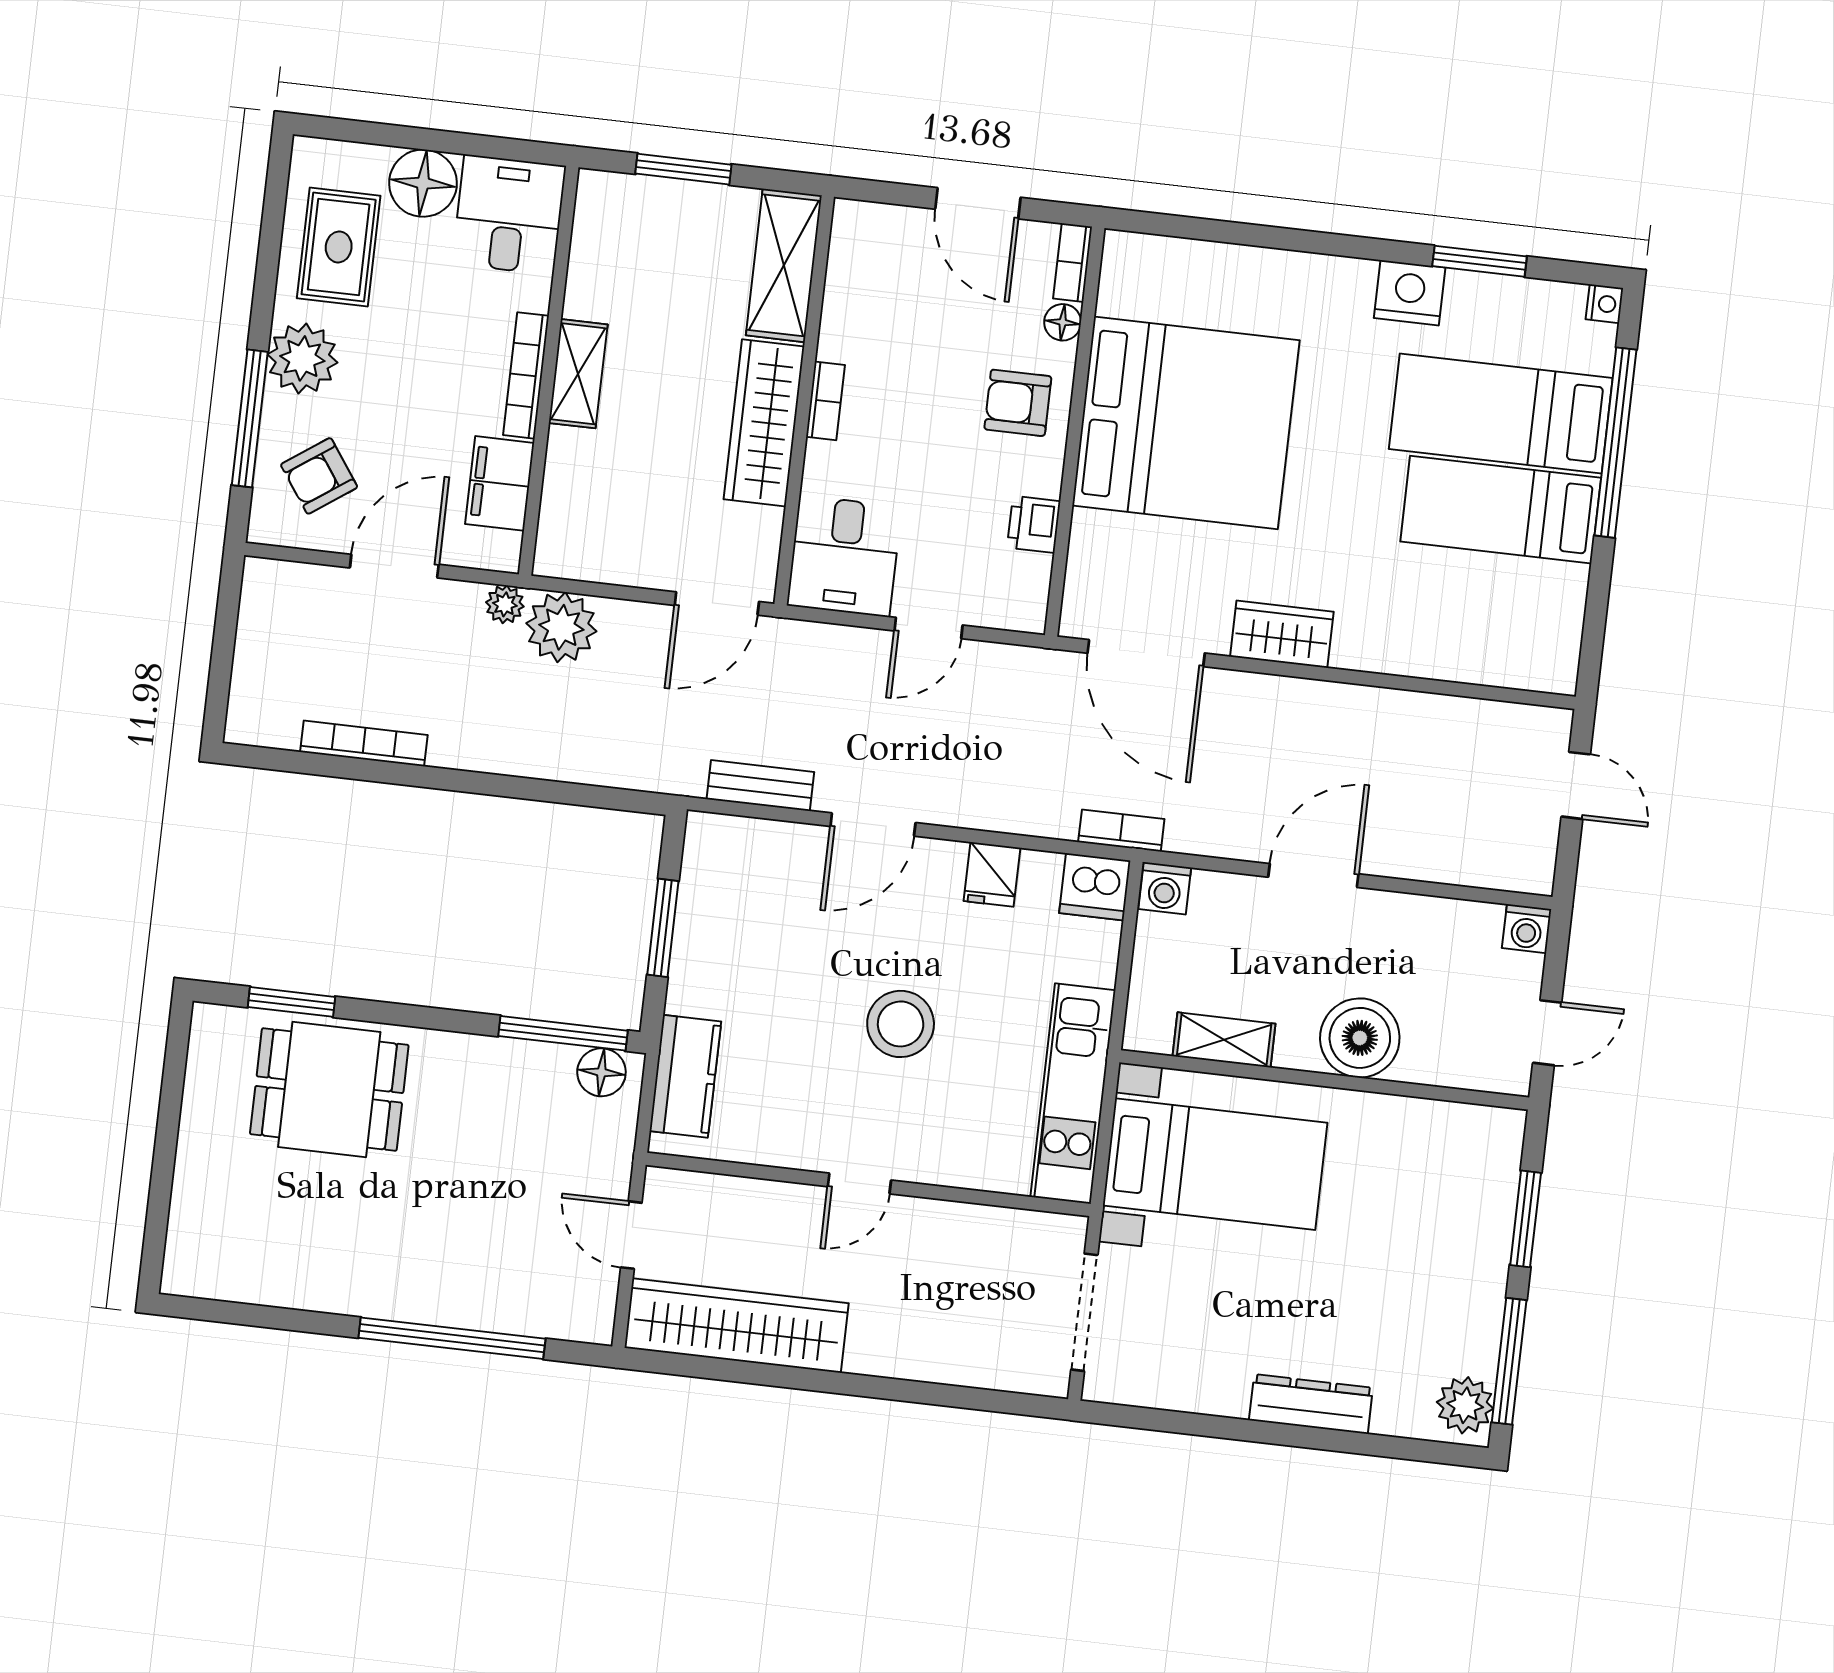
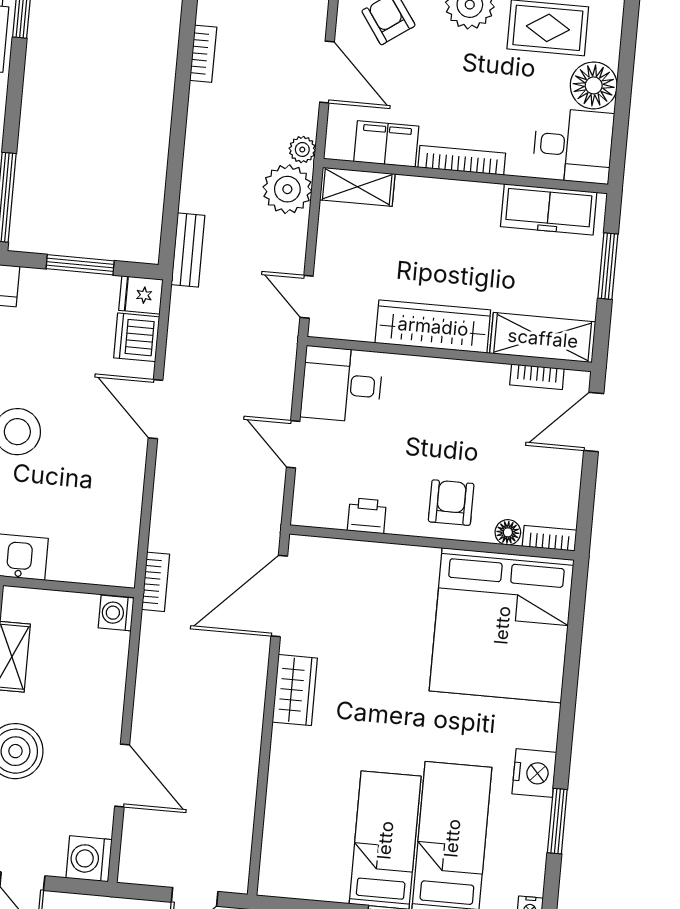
door: (978, 203) -> (594, 422), moved
freezer: (600, 252) -> (549, 209), added
shelving: (578, 374) -> (357, 187), moved
bookcase: (825, 401) -> (537, 377), moved
bed: (1186, 423) -> (502, 625), moved
door: (717, 603) -> (307, 297), width x0.73
bookcase: (364, 743) -> (203, 54), width x0.64
bench: (760, 786) -> (188, 250), moved
fridge: (992, 874) -> (141, 295), moved
door: (1313, 876) -> (122, 775), moved
dishwasher: (1095, 887) -> (137, 337), moved
washing machine: (1527, 929) -> (89, 859), width x1.38, depth x1.38

